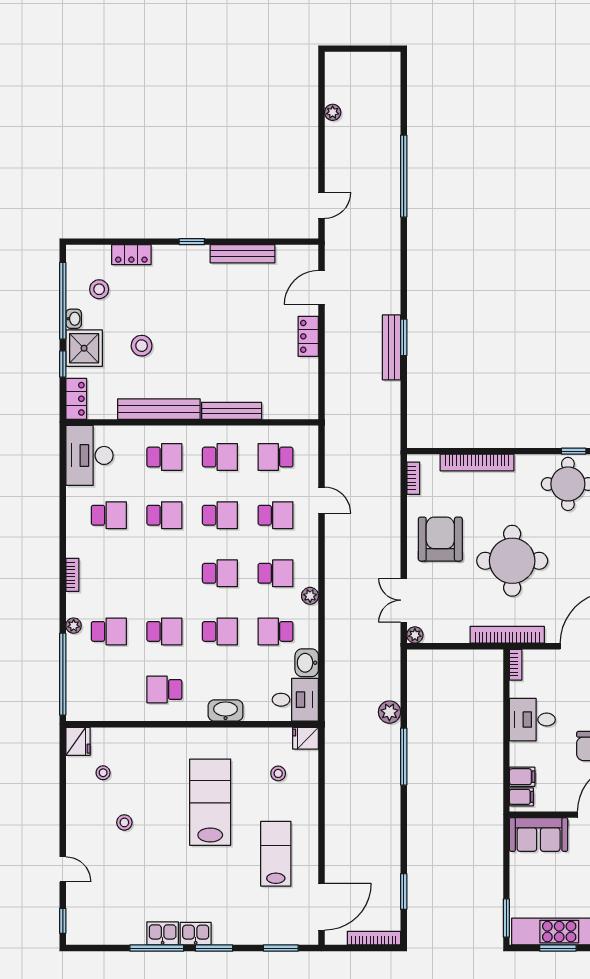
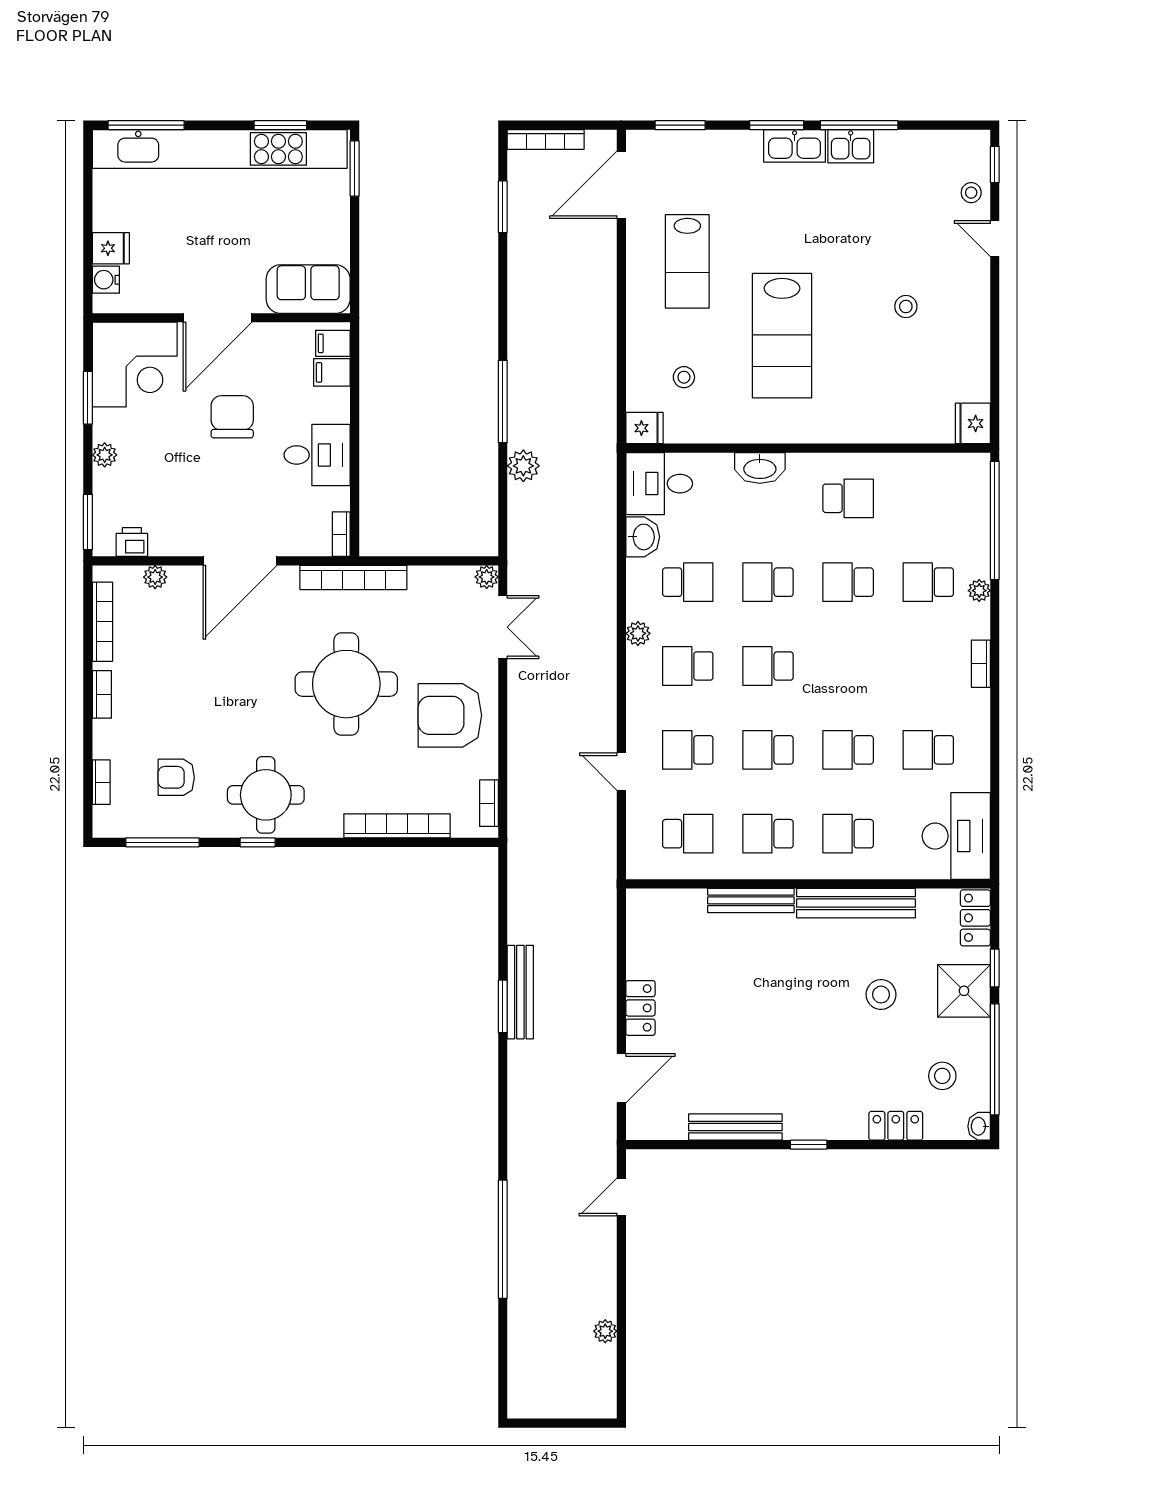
washbasin: (74, 319) -> (979, 1126), moved
armchair: (440, 539) -> (450, 715), turned 90
stool: (103, 773) -> (971, 193), moved
kitchen sink: (196, 934) -> (795, 146), width x1.38

